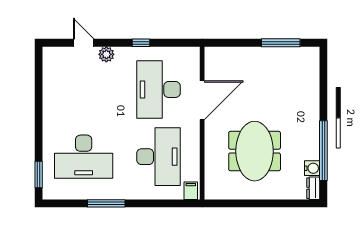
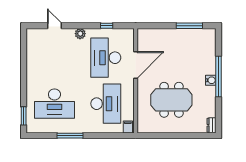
window: (141, 43) -> (107, 26), moved
plant: (106, 54) -> (80, 34), moved
meeting table: (255, 151) -> (171, 100), turned 90
window: (323, 151) -> (219, 76), moved
water cooler: (312, 168) -> (211, 80), moved

